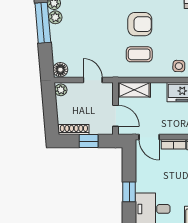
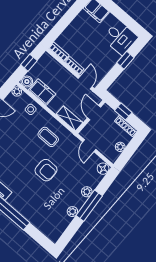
plant: (55, 17) -> (87, 192), moved
armchair: (140, 24) -> (46, 170), moved, turned 180
plant: (61, 90) -> (120, 147), moved

